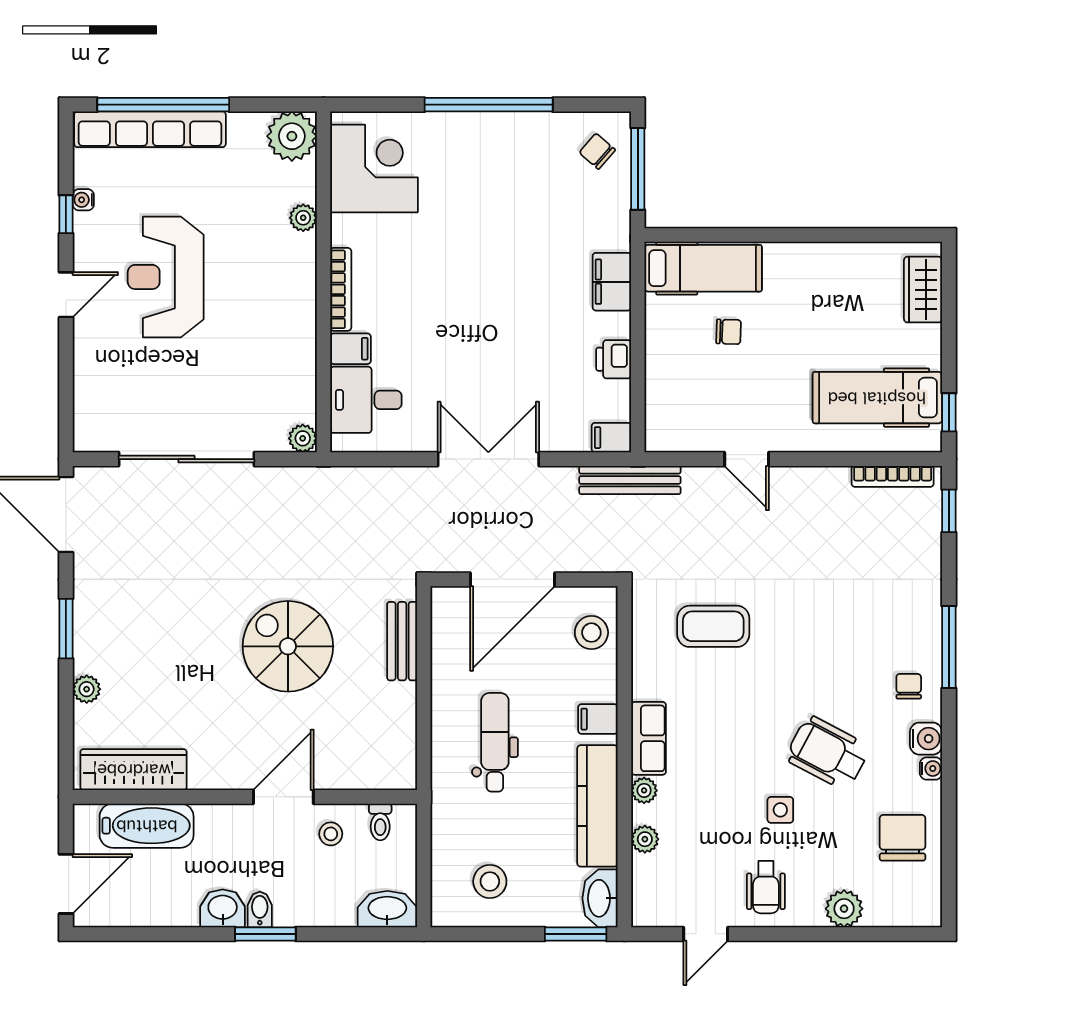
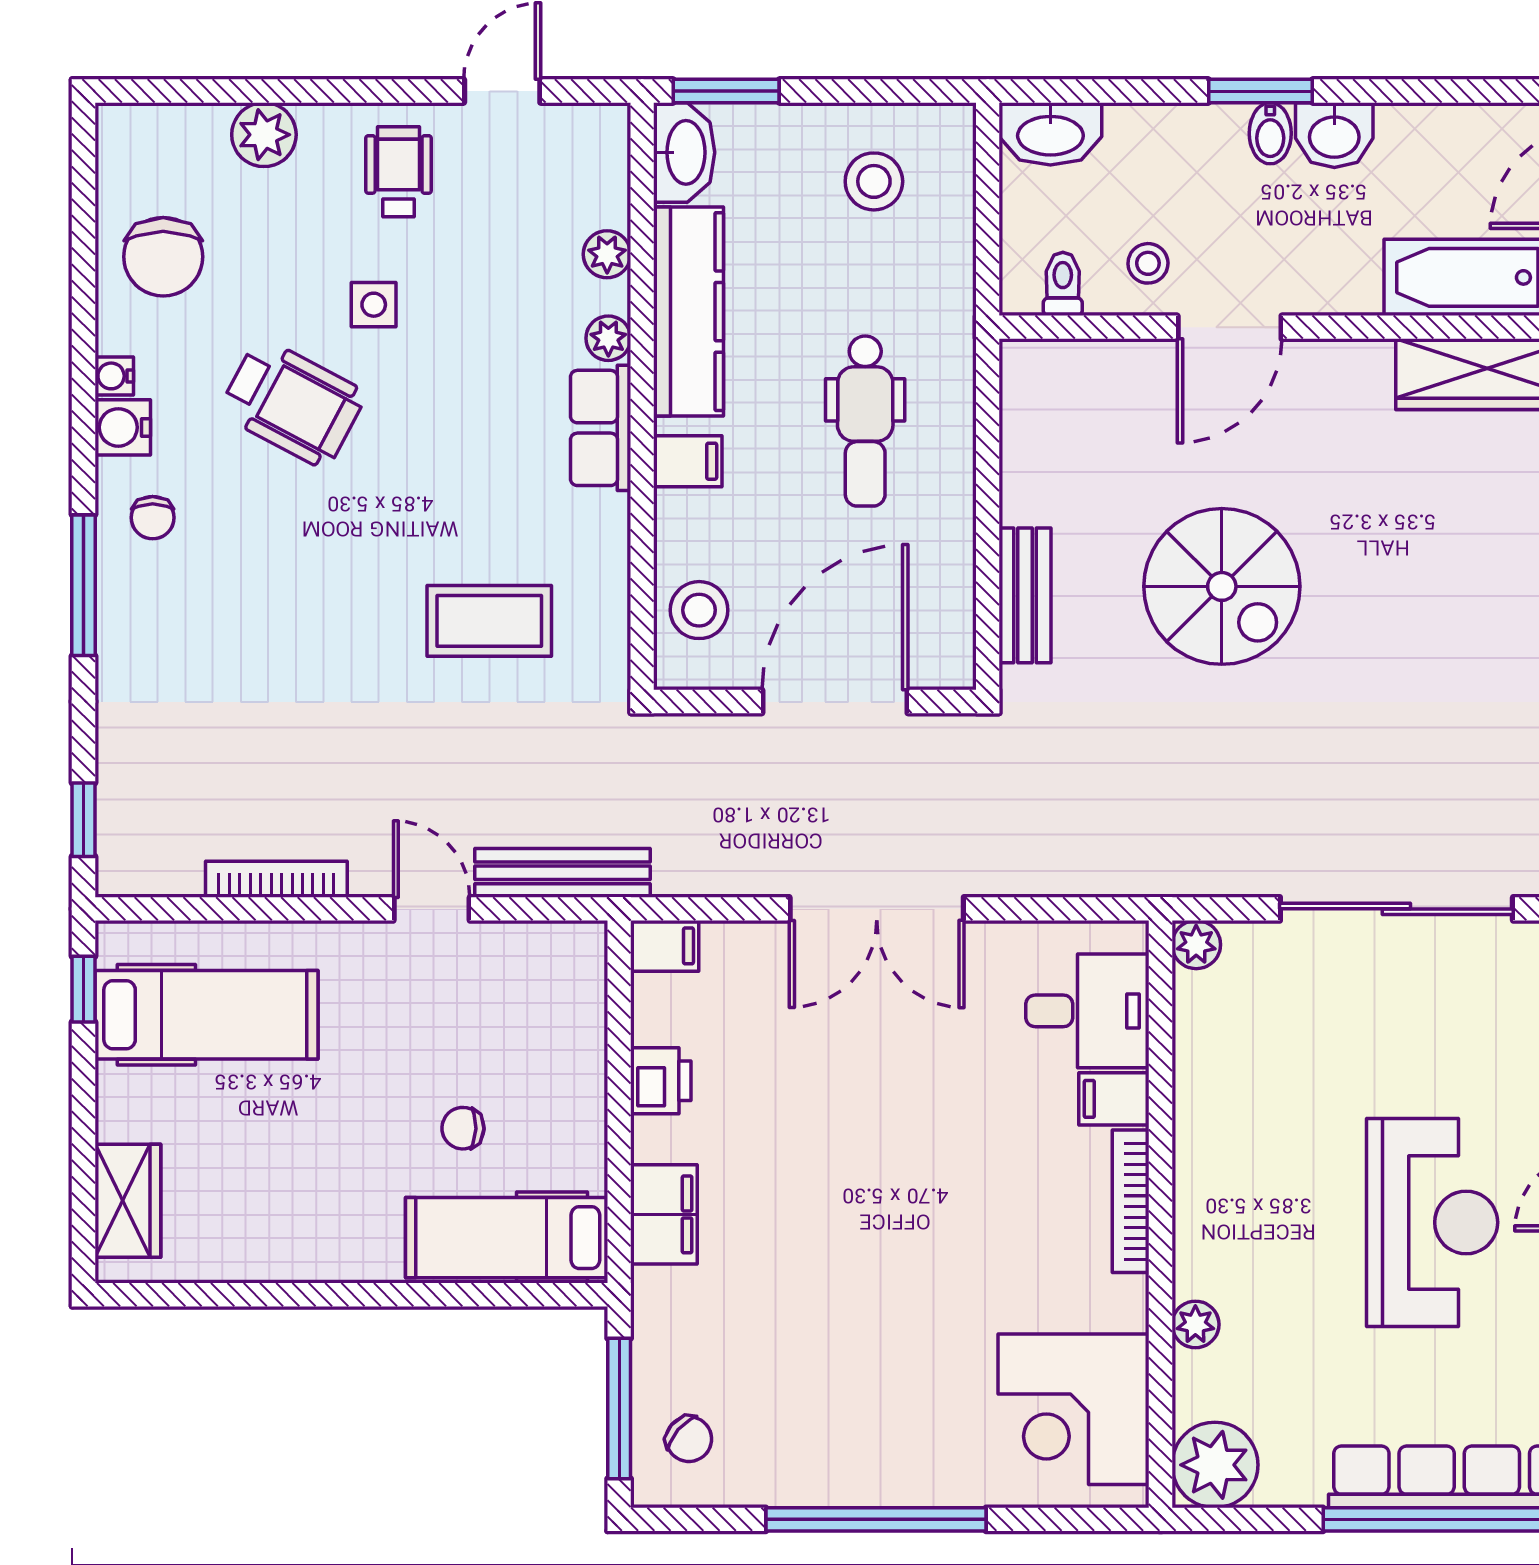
bookcase: (893, 476) -> (276, 879), moved
bench: (630, 480) -> (563, 873), moved

